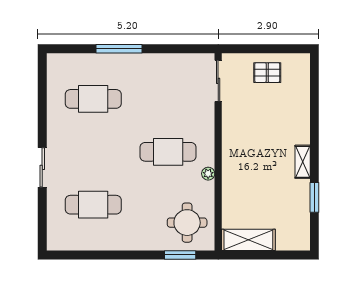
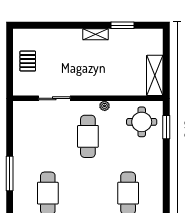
sliding door: (218, 81) -> (54, 98), moved

